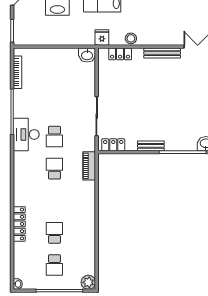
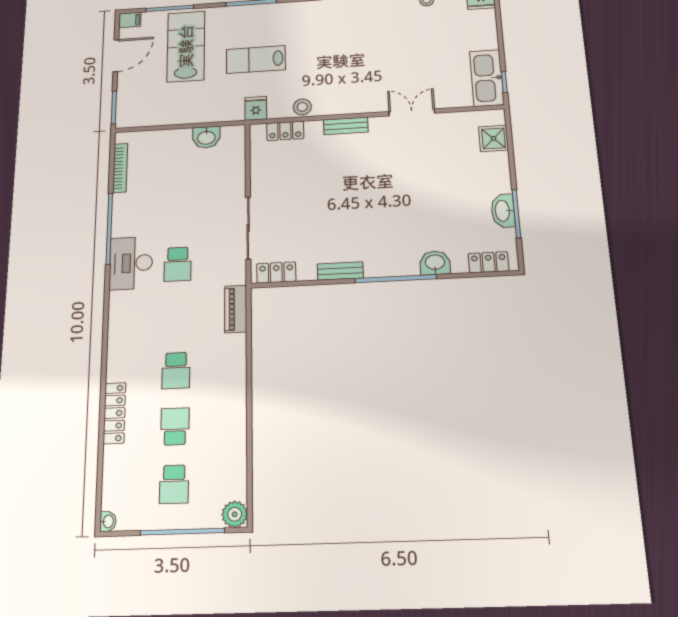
bench: (162, 53) -> (346, 126), width x0.73
washbasin: (87, 55) -> (206, 137), moved
school desk: (54, 169) -> (176, 371), moved, turned 180

